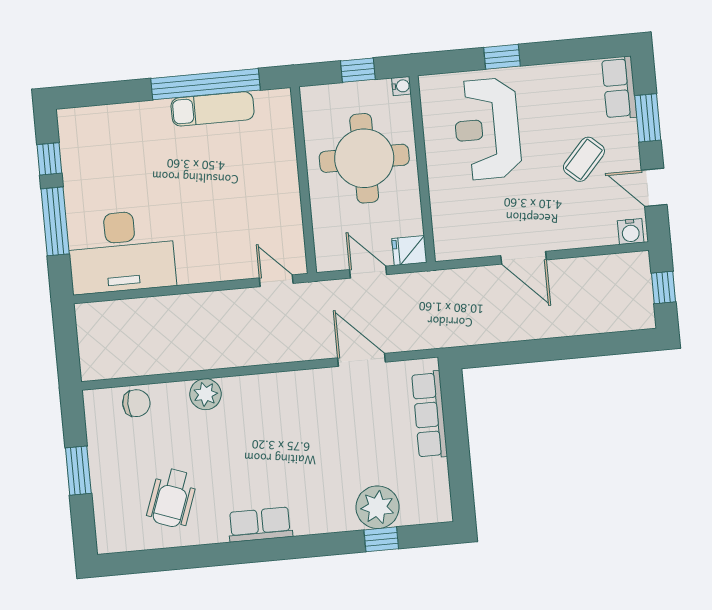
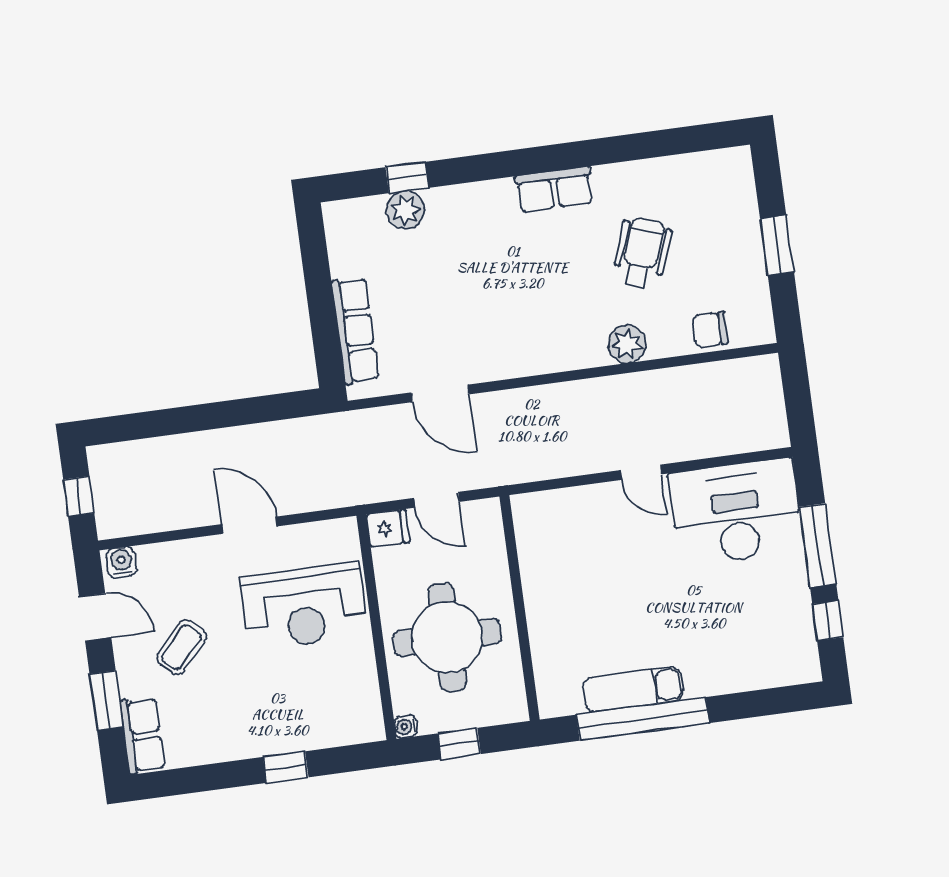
reception desk: (487, 129) -> (304, 606), moved, turned 90
door: (276, 281) -> (641, 472), moved
wheelchair: (172, 498) -> (642, 253), moved
plant: (377, 507) -> (406, 210), width x0.73, depth x0.73

